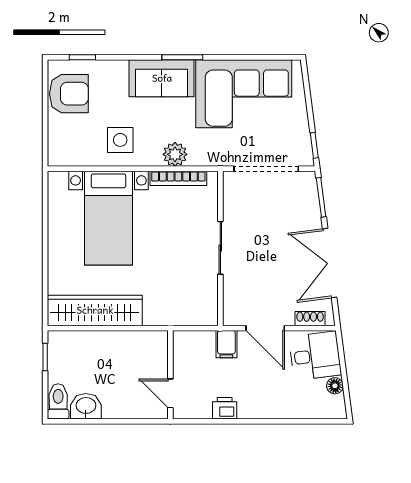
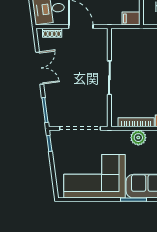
double door: (330, 263) -> (40, 68), width x0.73
filing cabinet: (226, 344) -> (131, 19), moved, turned -90

